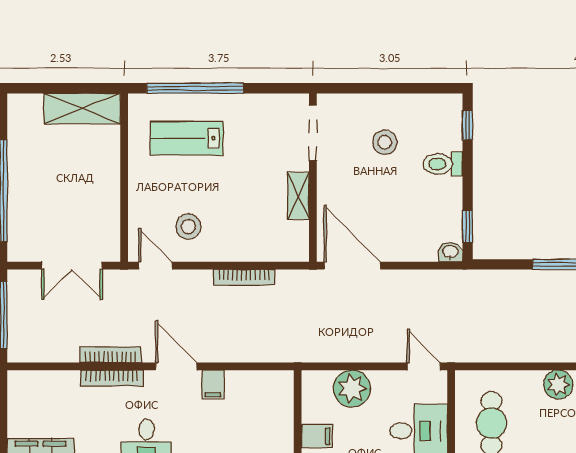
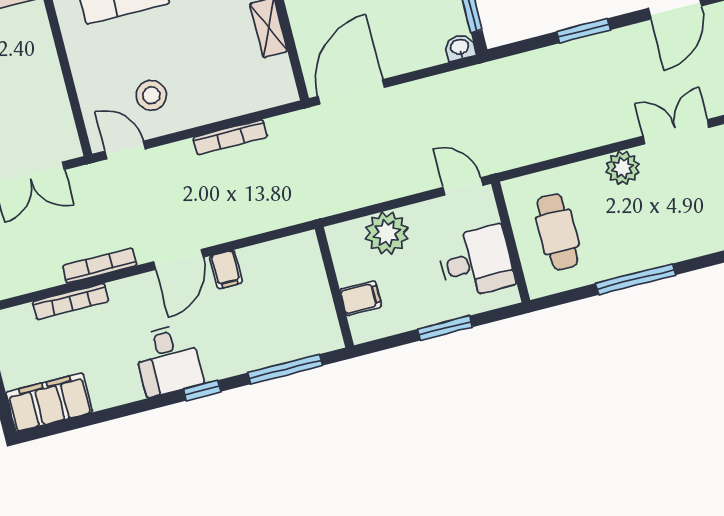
door: (352, 266) -> (351, 92), hinge flipped
door: (176, 366) -> (179, 259), swing flipped
bookcase: (112, 378) -> (71, 302), moved

